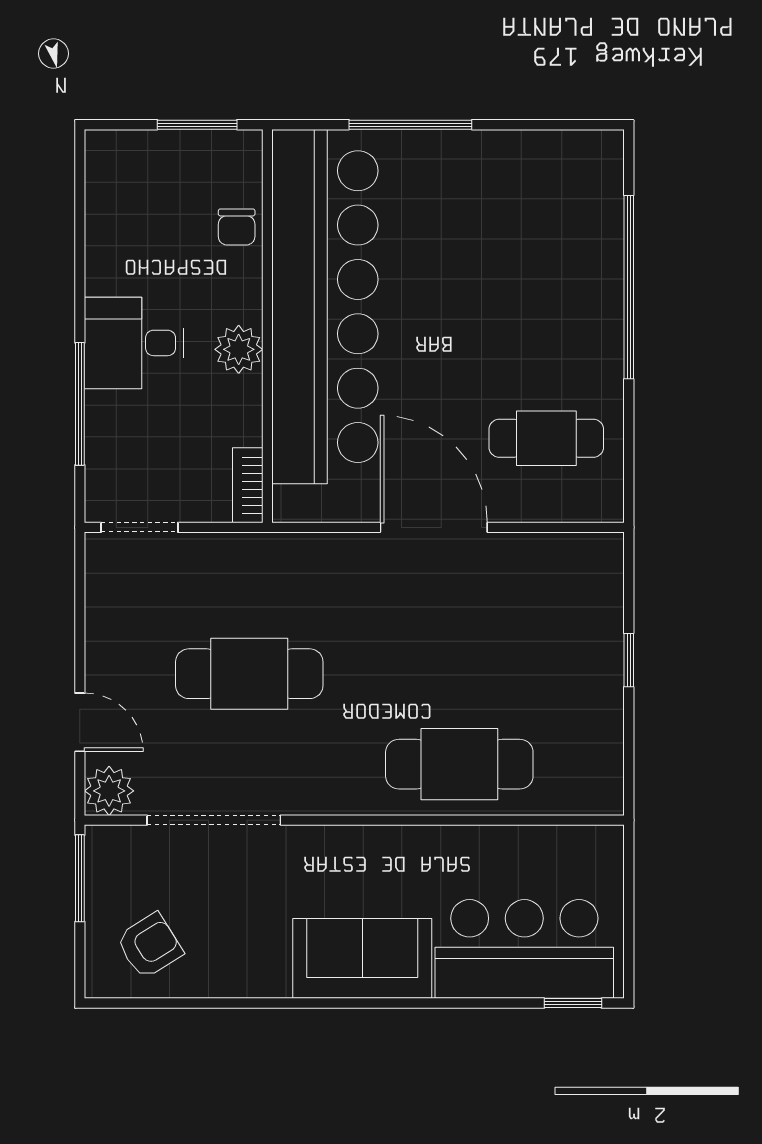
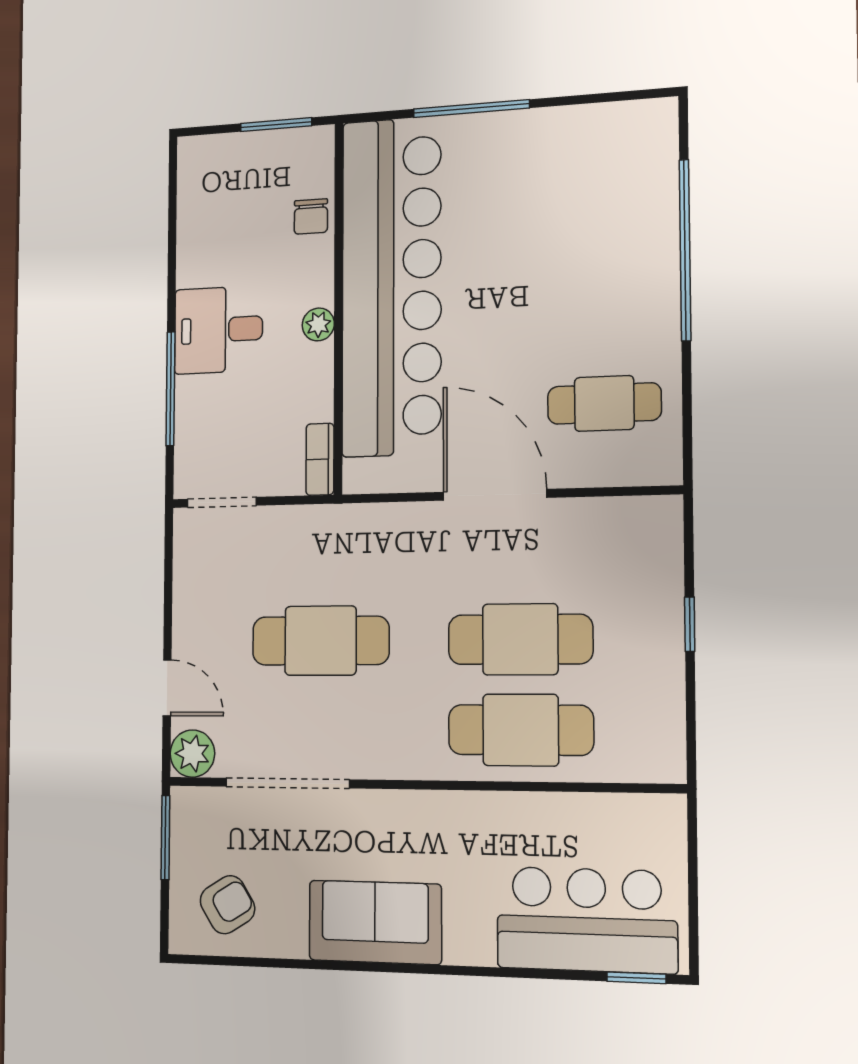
plant: (239, 349) -> (318, 324), width x0.73, depth x0.73
cafe table: (459, 674) -> (520, 639), added
sofa: (362, 958) -> (375, 922), moved

